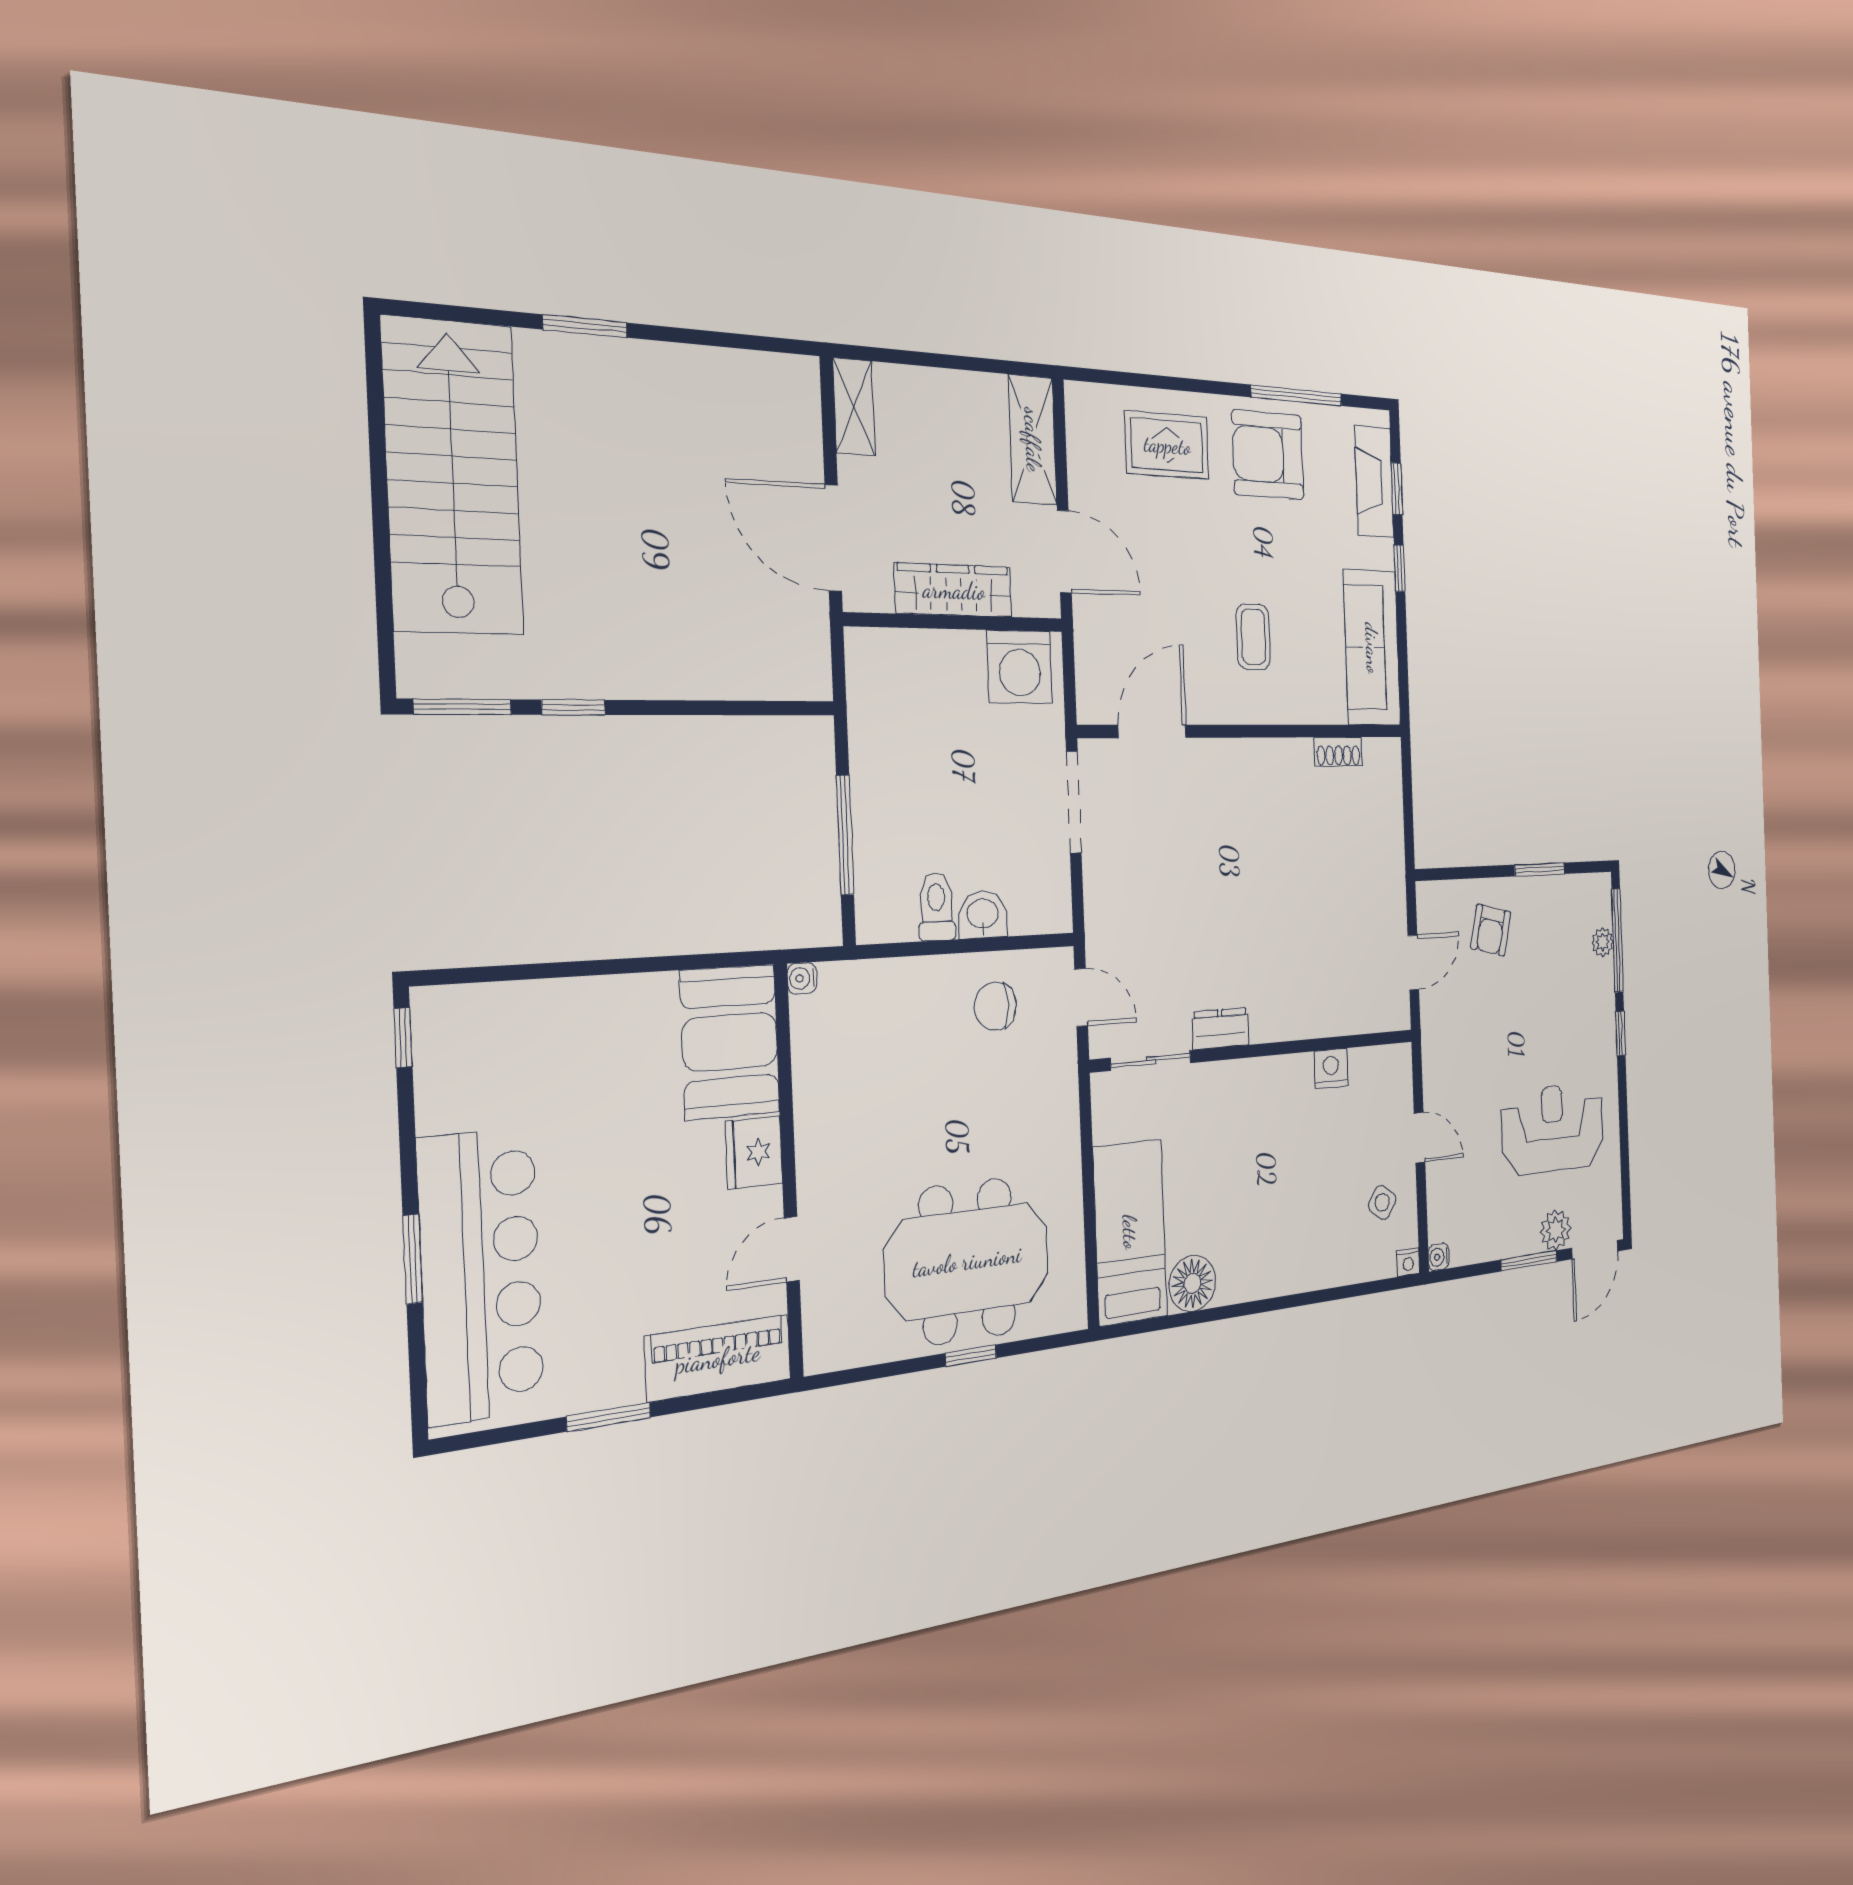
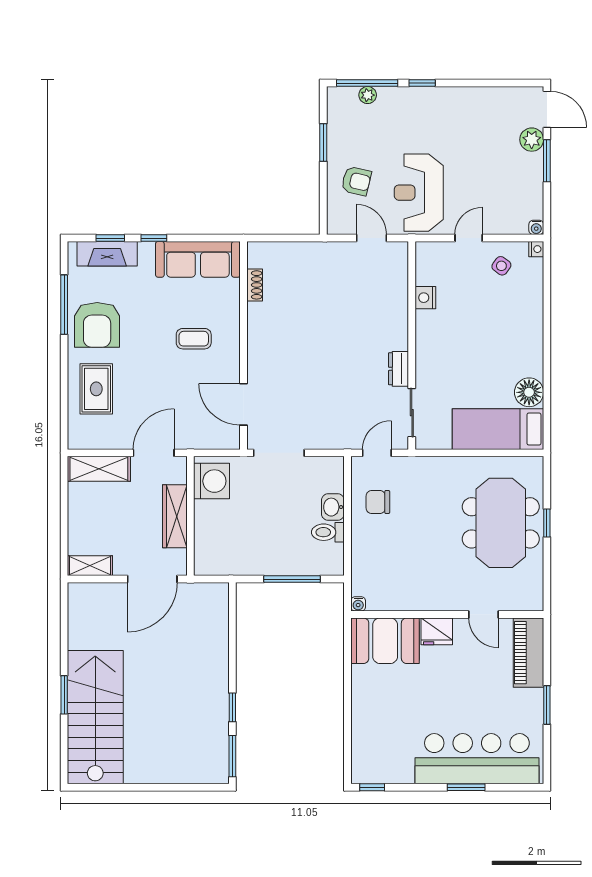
stairs: (453, 477) -> (95, 717), moved, turned 90
chair: (995, 1006) -> (378, 502), turned 90
reception desk: (1553, 1129) -> (419, 193), moved

